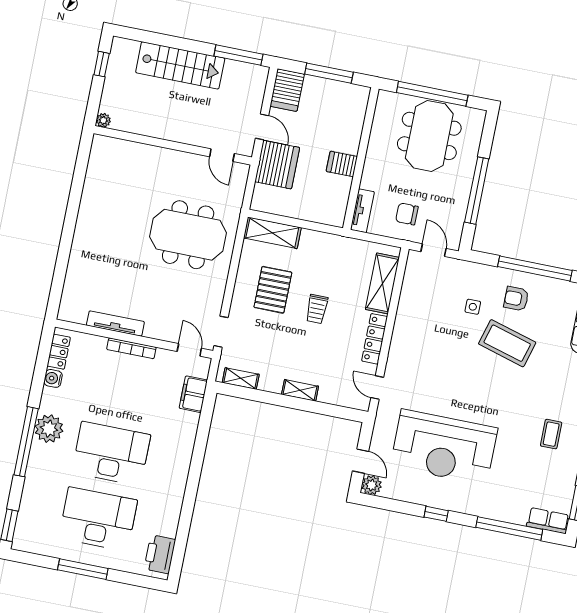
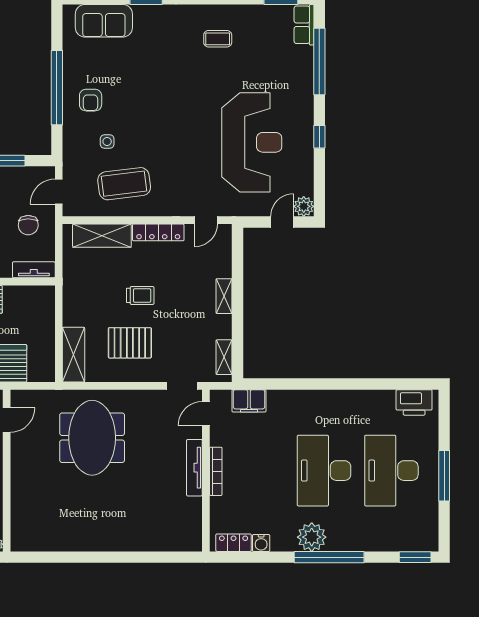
tv unit: (115, 324) -> (194, 468), moved
coffee table: (507, 343) -> (124, 184), moved, turned 67

